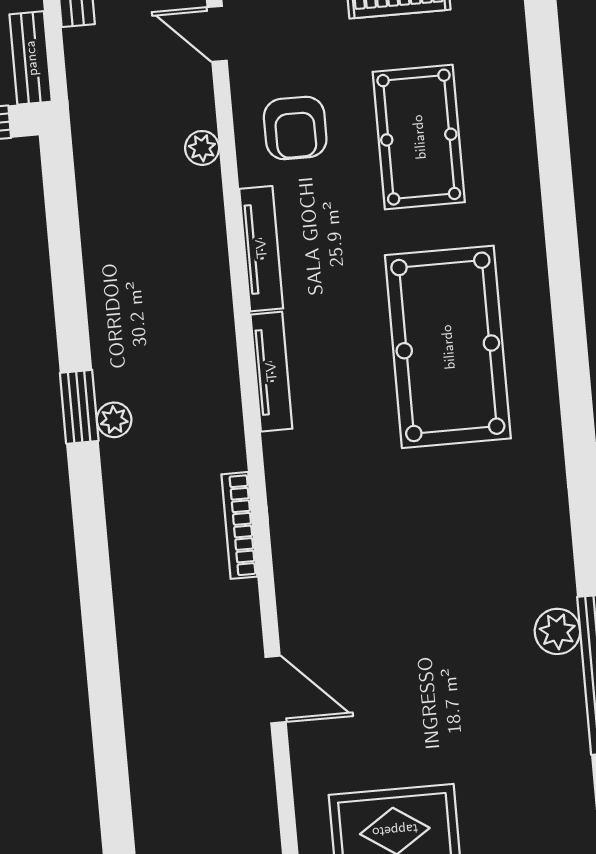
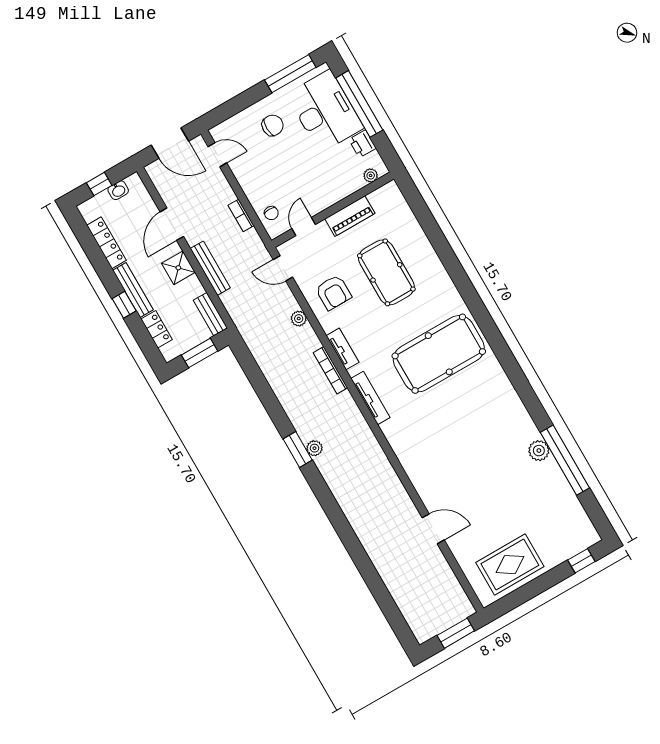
tv unit: (261, 249) -> (343, 349), width x0.71
pool table: (448, 347) -> (439, 354), turned 90
bookcase: (239, 525) -> (330, 370), moved

